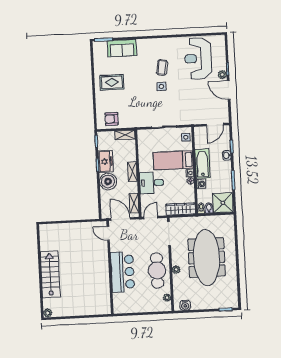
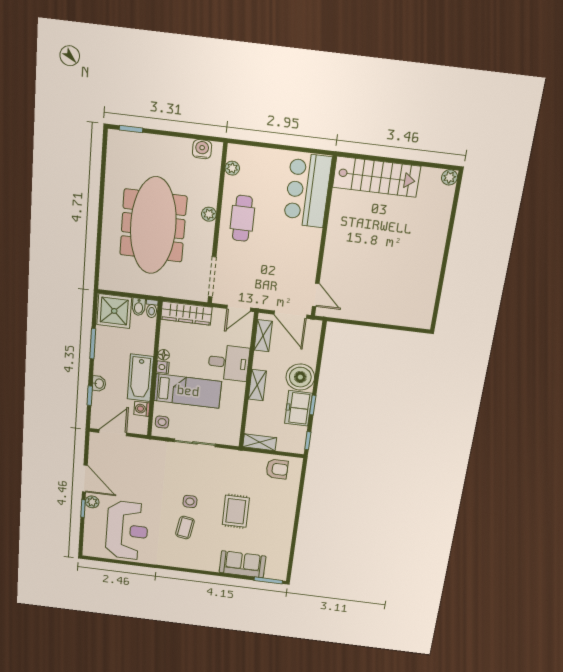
rug: (112, 82) -> (236, 511), moved, turned 90
washing machine: (201, 184) -> (142, 409), moved
cafe table: (157, 271) -> (242, 218), width x0.73, depth x0.74
bar counter: (123, 272) -> (307, 190), moved
stairs: (50, 274) -> (376, 177), moved, turned -90

